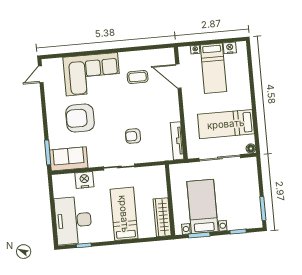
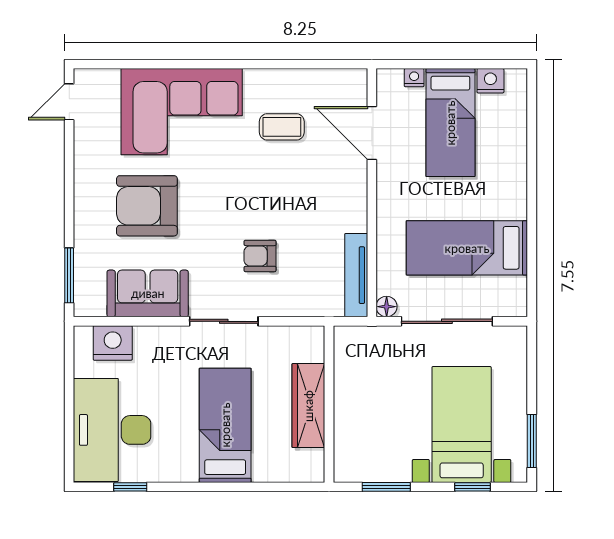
floor lamp: (251, 149) -> (387, 307), moved
sofa: (69, 159) -> (148, 293), moved
nightstand: (84, 180) -> (113, 343), moved
bed with nightstands: (202, 206) -> (462, 425), moved
wardrobe: (162, 217) -> (308, 406), moved

